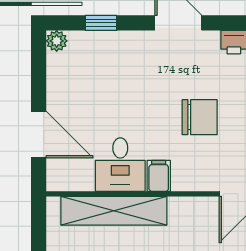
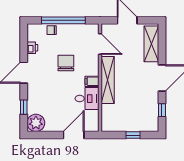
plant: (57, 41) -> (36, 123), width x1.88, depth x1.88
shelving: (114, 211) -> (108, 80), moved

